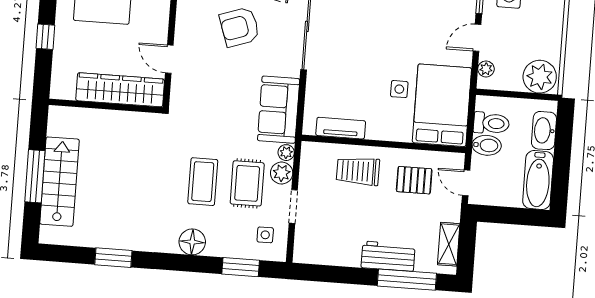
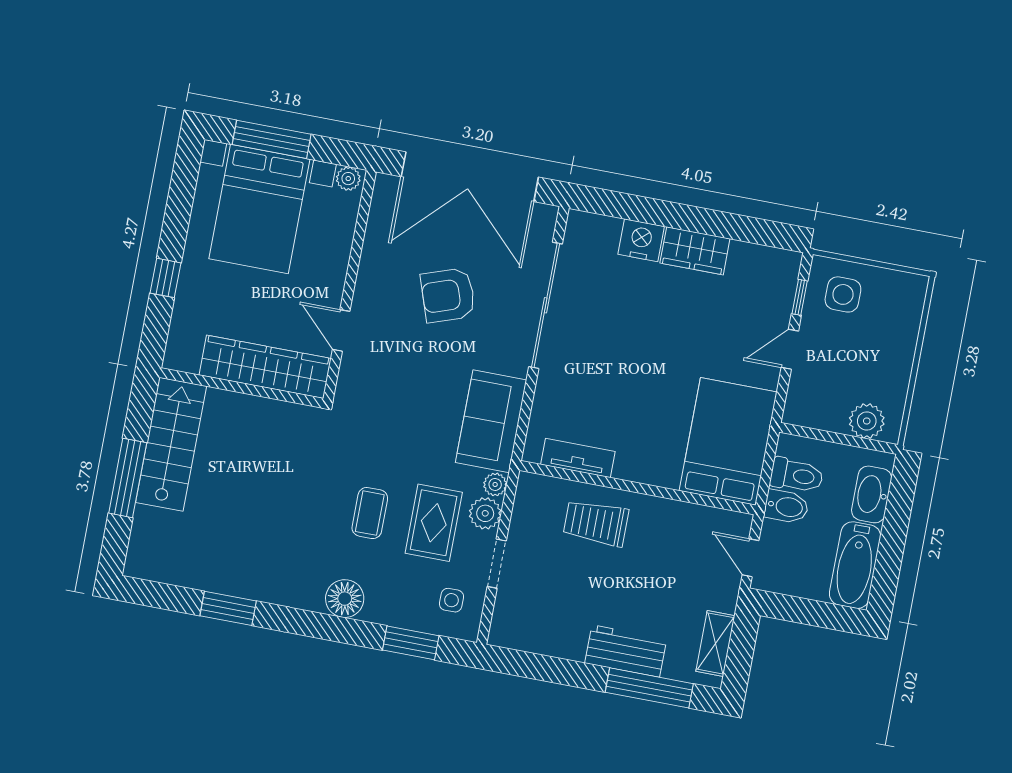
plant: (486, 69) -> (798, 396), removed
plant: (540, 77) -> (867, 421), width x0.73, depth x0.73
side table: (399, 89) -> (669, 411), removed
pallet: (414, 180) -> (676, 545), removed
stairs: (59, 182) -> (171, 444), moved
coffee table: (203, 182) -> (370, 513), width x0.73, depth x0.77

